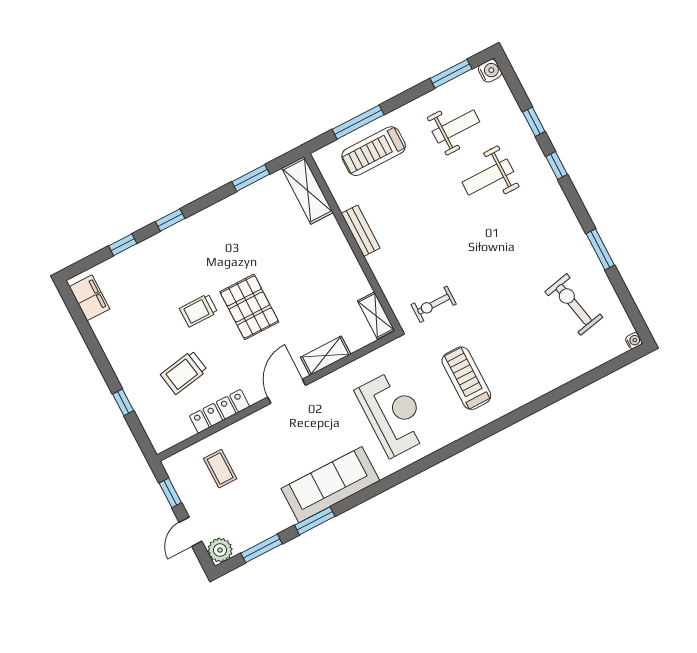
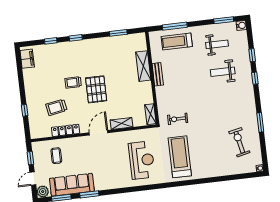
shelving: (307, 190) -> (143, 66), moved
treadmill: (466, 378) -> (180, 157), width x1.37, depth x1.38
sofa: (330, 485) -> (72, 185), moved

